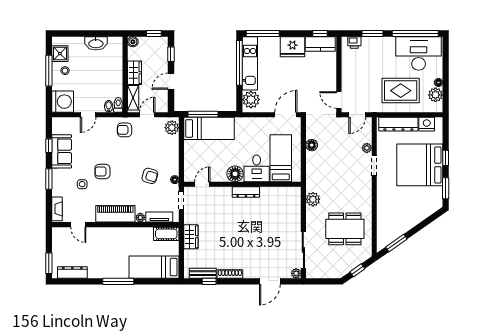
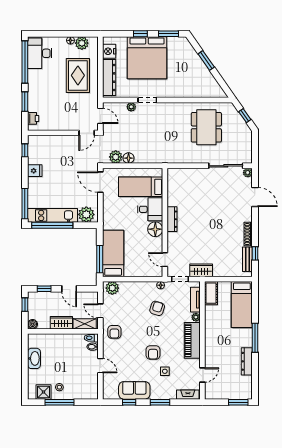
kitchen counter: (320, 44) -> (35, 150), removed
fridge: (292, 47) -> (35, 171), width x0.53, depth x0.75
desk: (419, 53) -> (40, 53), width x0.73, depth x0.77
washing machine: (63, 102) -> (88, 389), removed
plant: (313, 199) -> (116, 157), moved
wardrobe: (191, 237) -> (201, 270), moved
window: (396, 243) -> (206, 61), moved
dresser: (72, 273) -> (247, 361), moved

